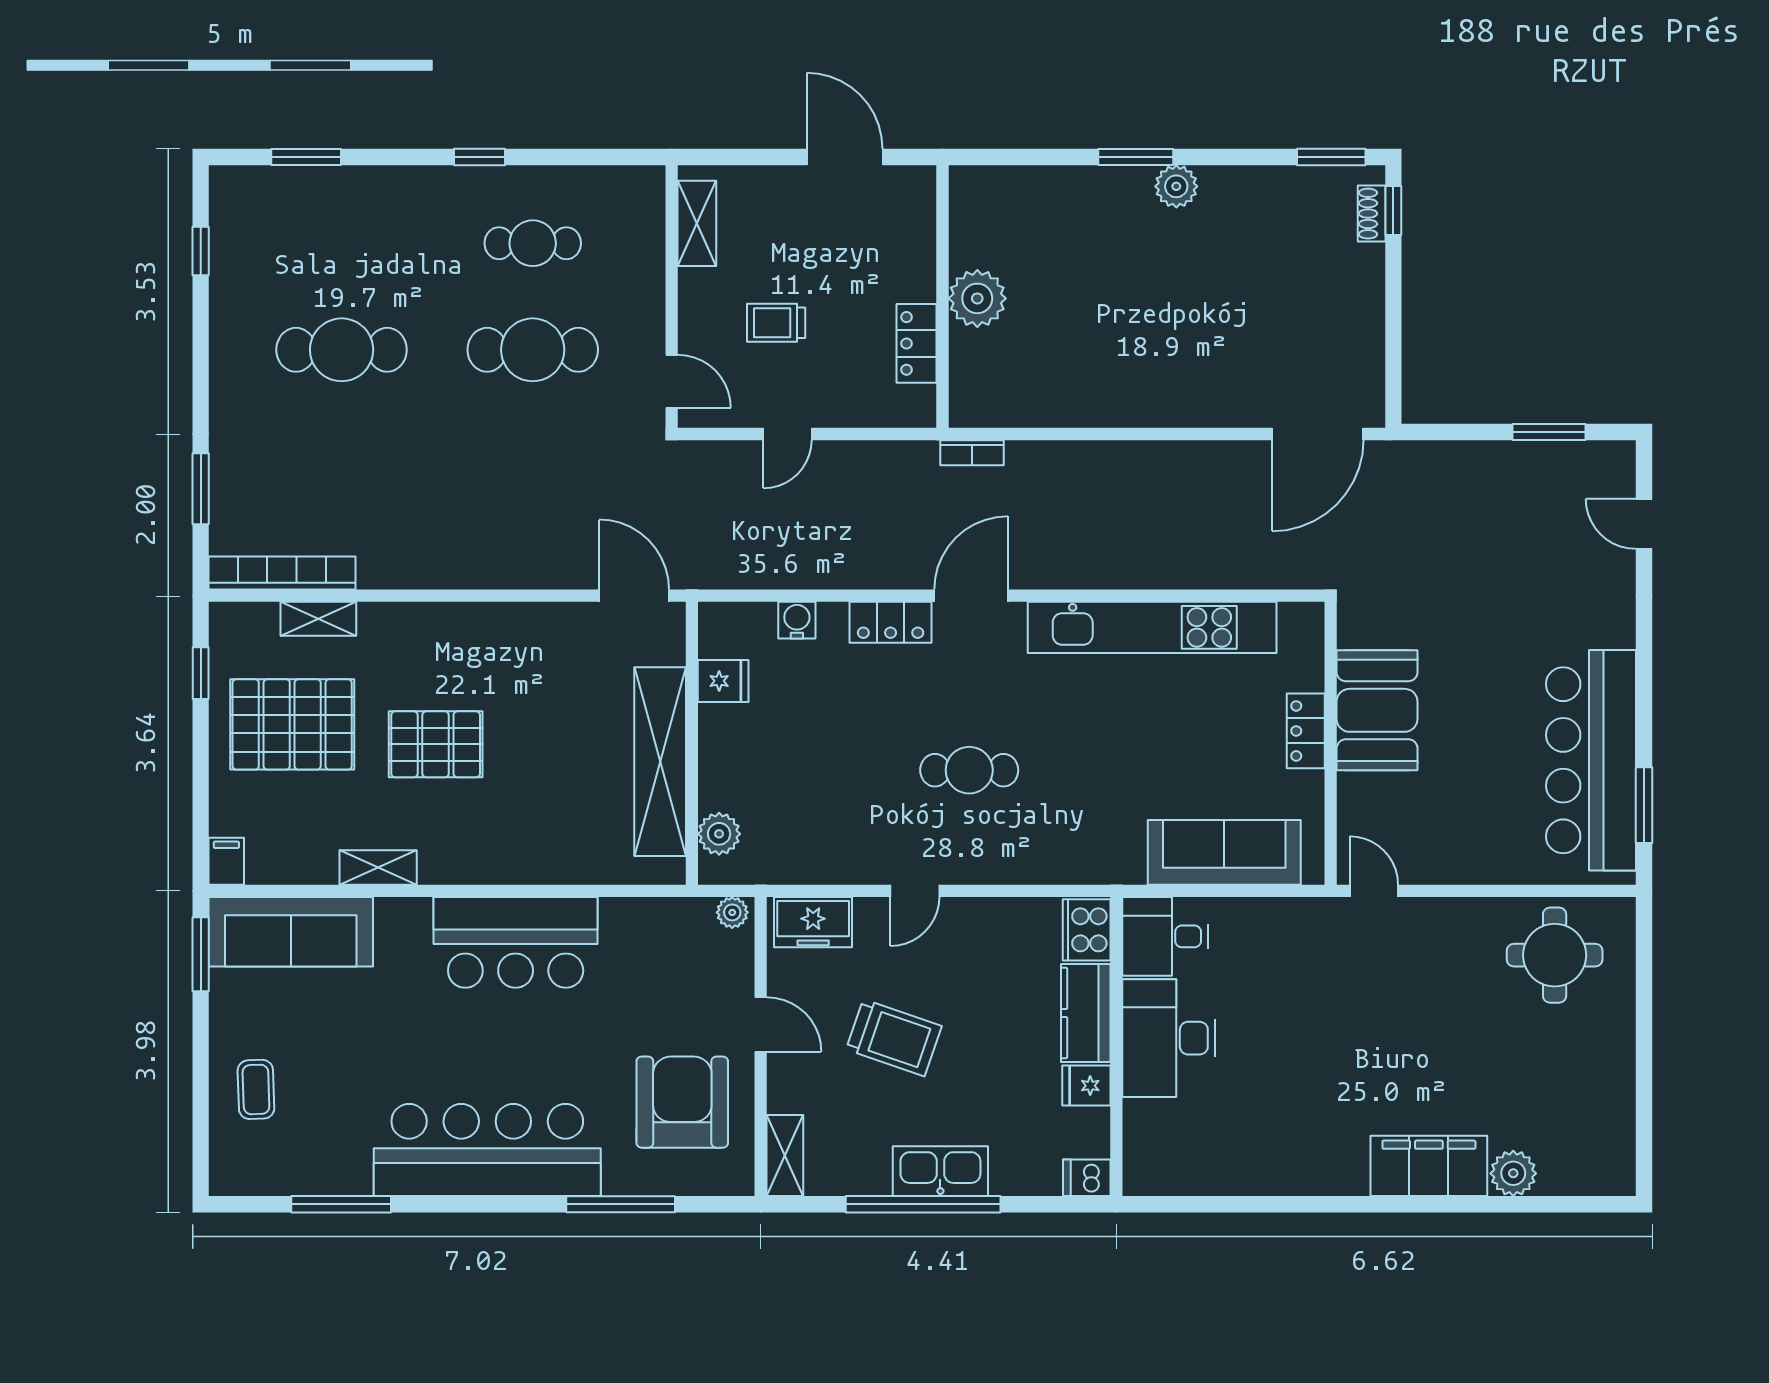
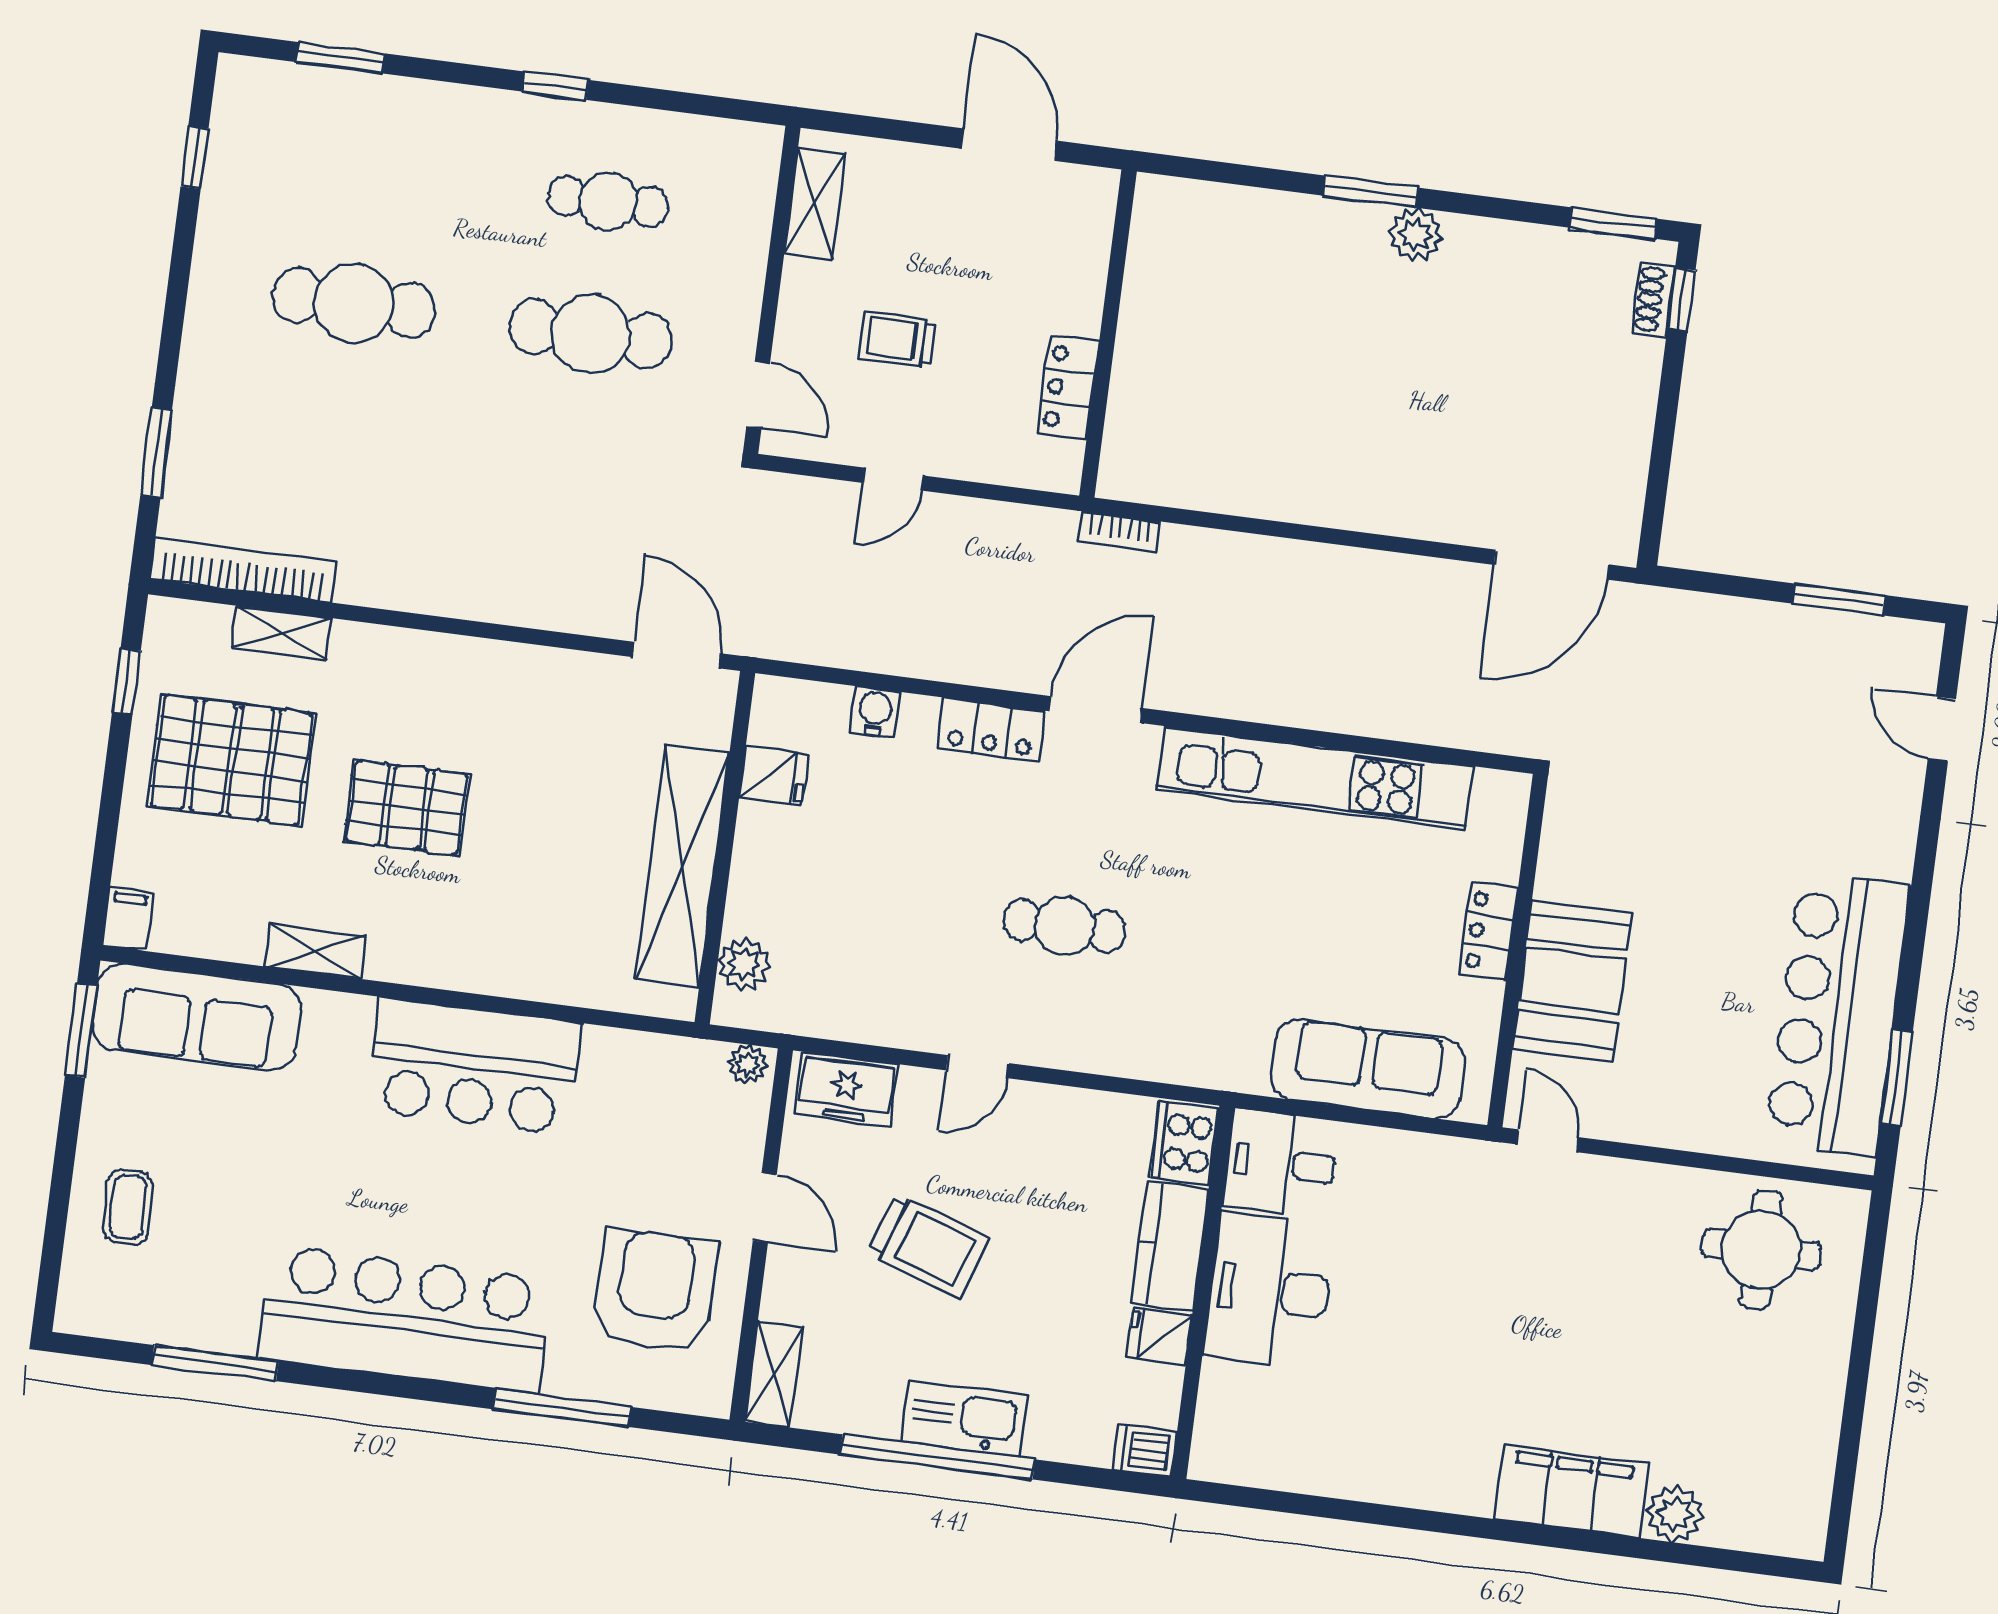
plant: (977, 298) -> (1151, 342), removed
booth: (1377, 710) -> (1572, 981), moved

